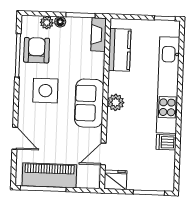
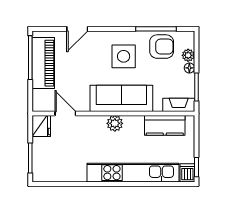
sofa: (89, 103) -> (121, 98), width x1.36
dishwasher: (166, 142) -> (187, 173), moved

